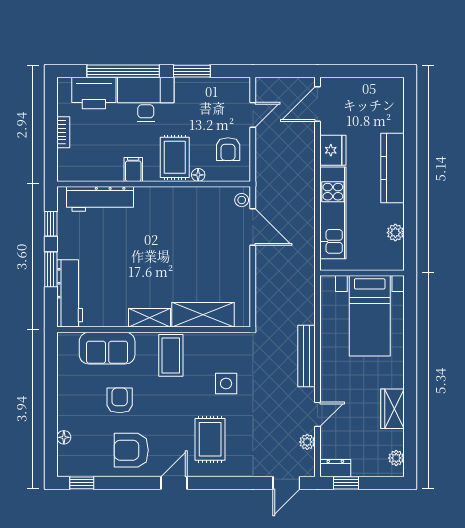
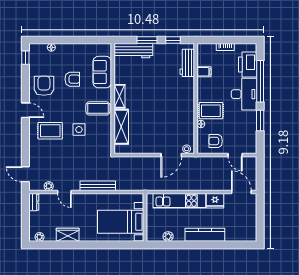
filing cabinet: (133, 169) -> (204, 72), moved
workbench: (100, 199) -> (187, 63), width x0.73
side table: (226, 384) -> (79, 130), moved
window: (346, 483) -> (25, 208), removed

